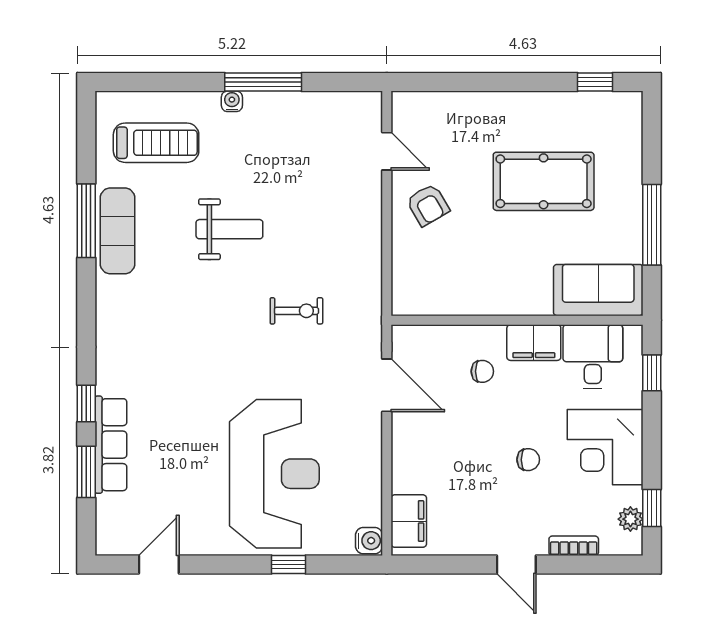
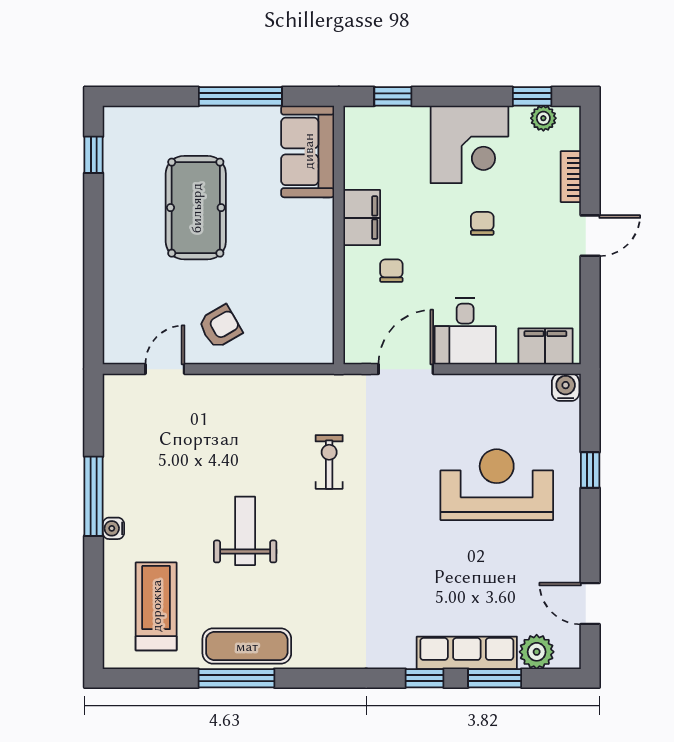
desk: (593, 357) -> (465, 331), moved, turned -90
reception desk: (274, 474) -> (497, 485), width x0.74, depth x0.77
plant: (112, 512) -> (537, 652), added

